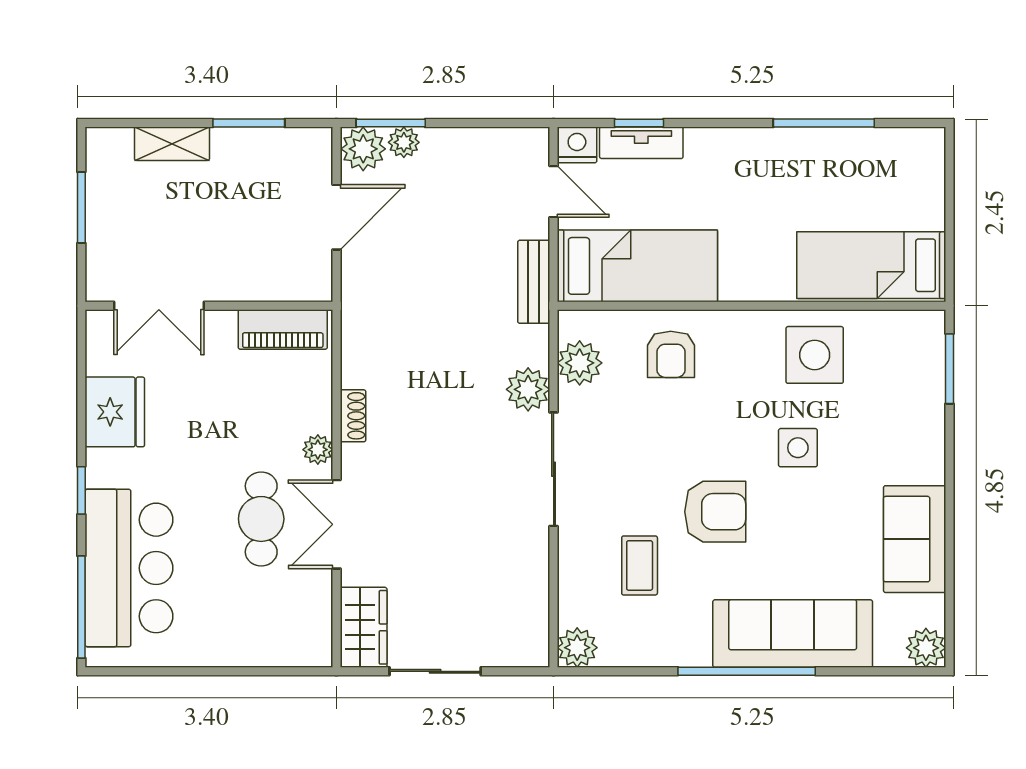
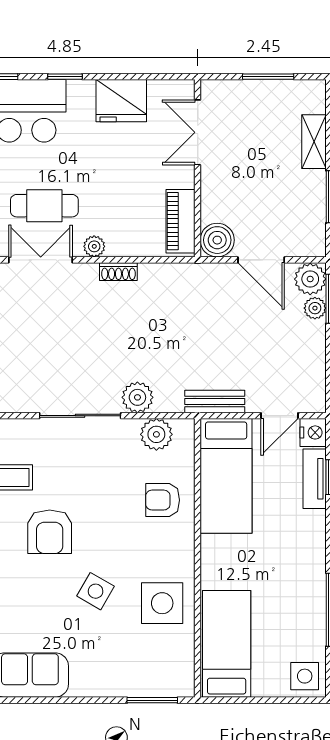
side table: (916, 157) -> (305, 676), added
boiler: (309, 278) -> (217, 240), added
side table: (798, 448) -> (96, 591), turned 30

